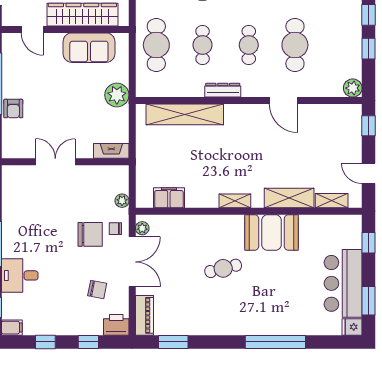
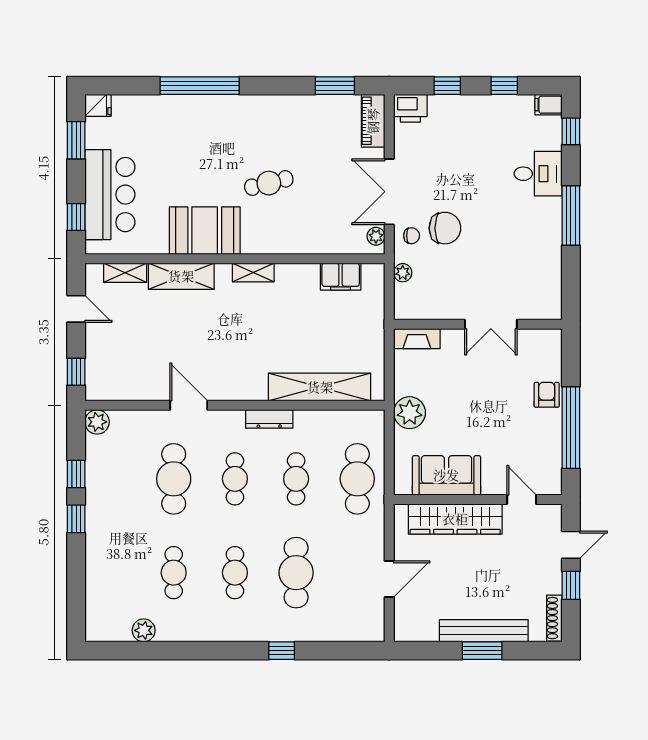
chair: (90, 234) -> (445, 228), turned 180
bar counter: (343, 283) -> (110, 195), moved
chair: (97, 290) -> (436, 155), removed

